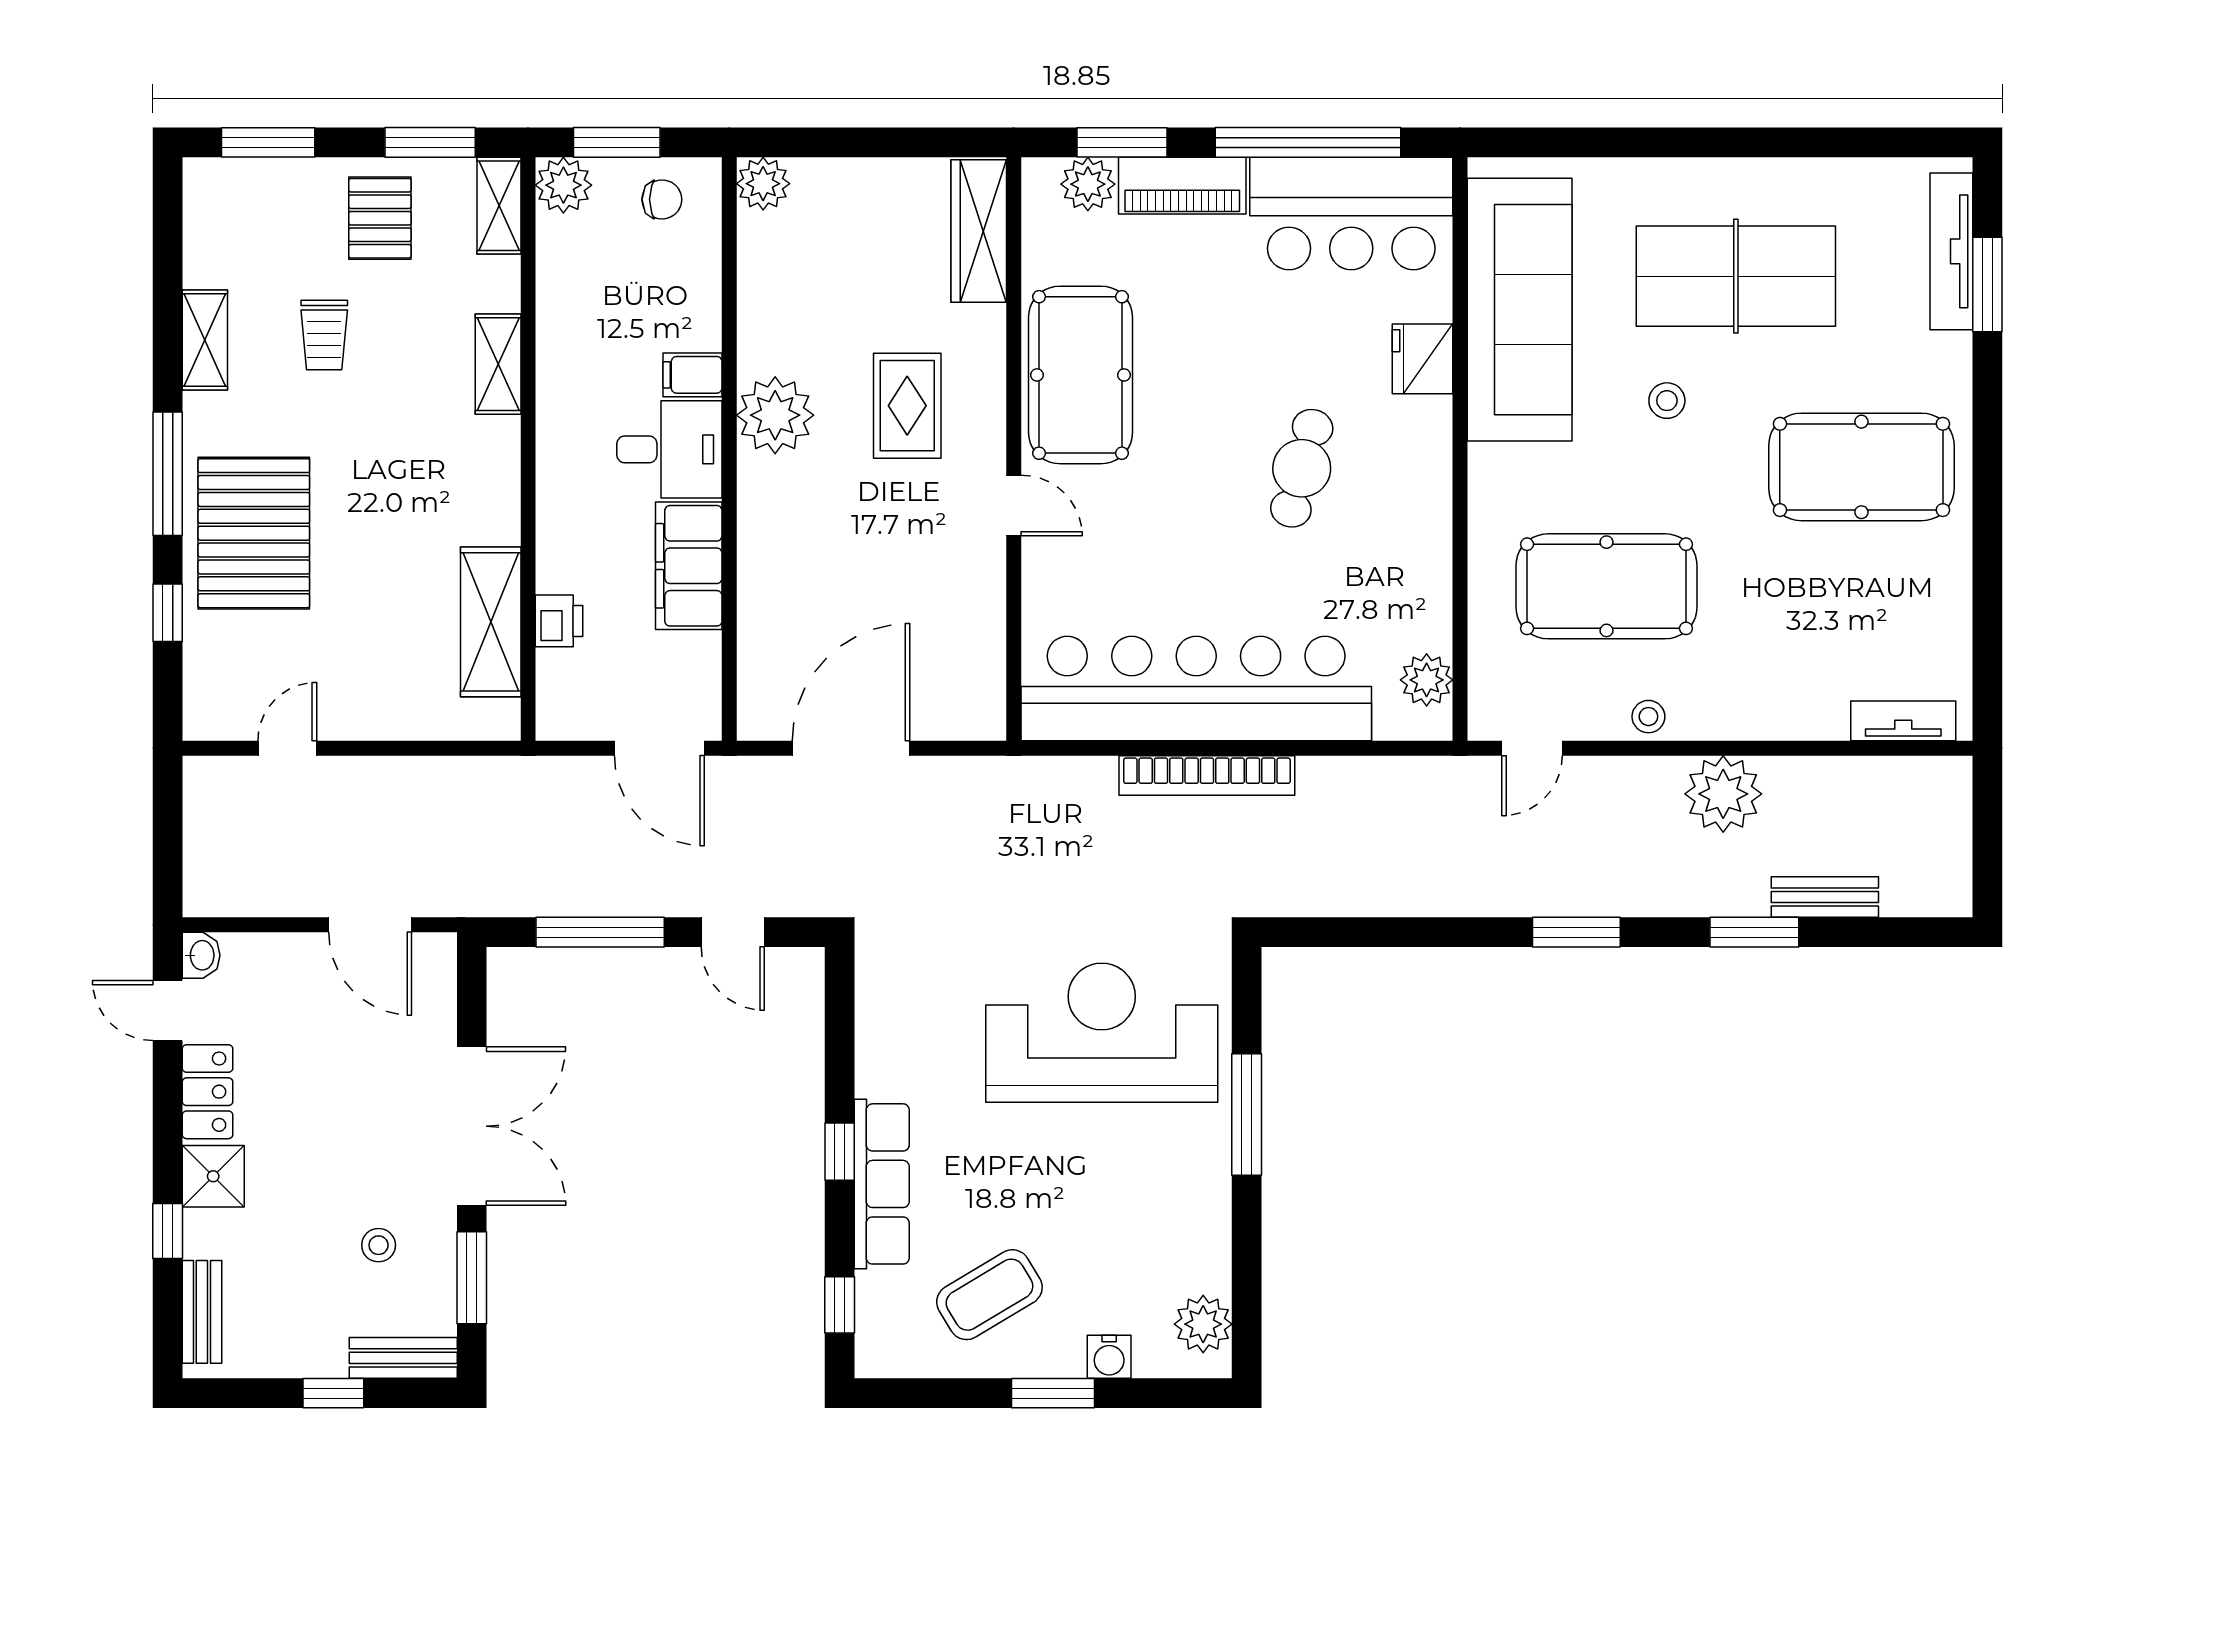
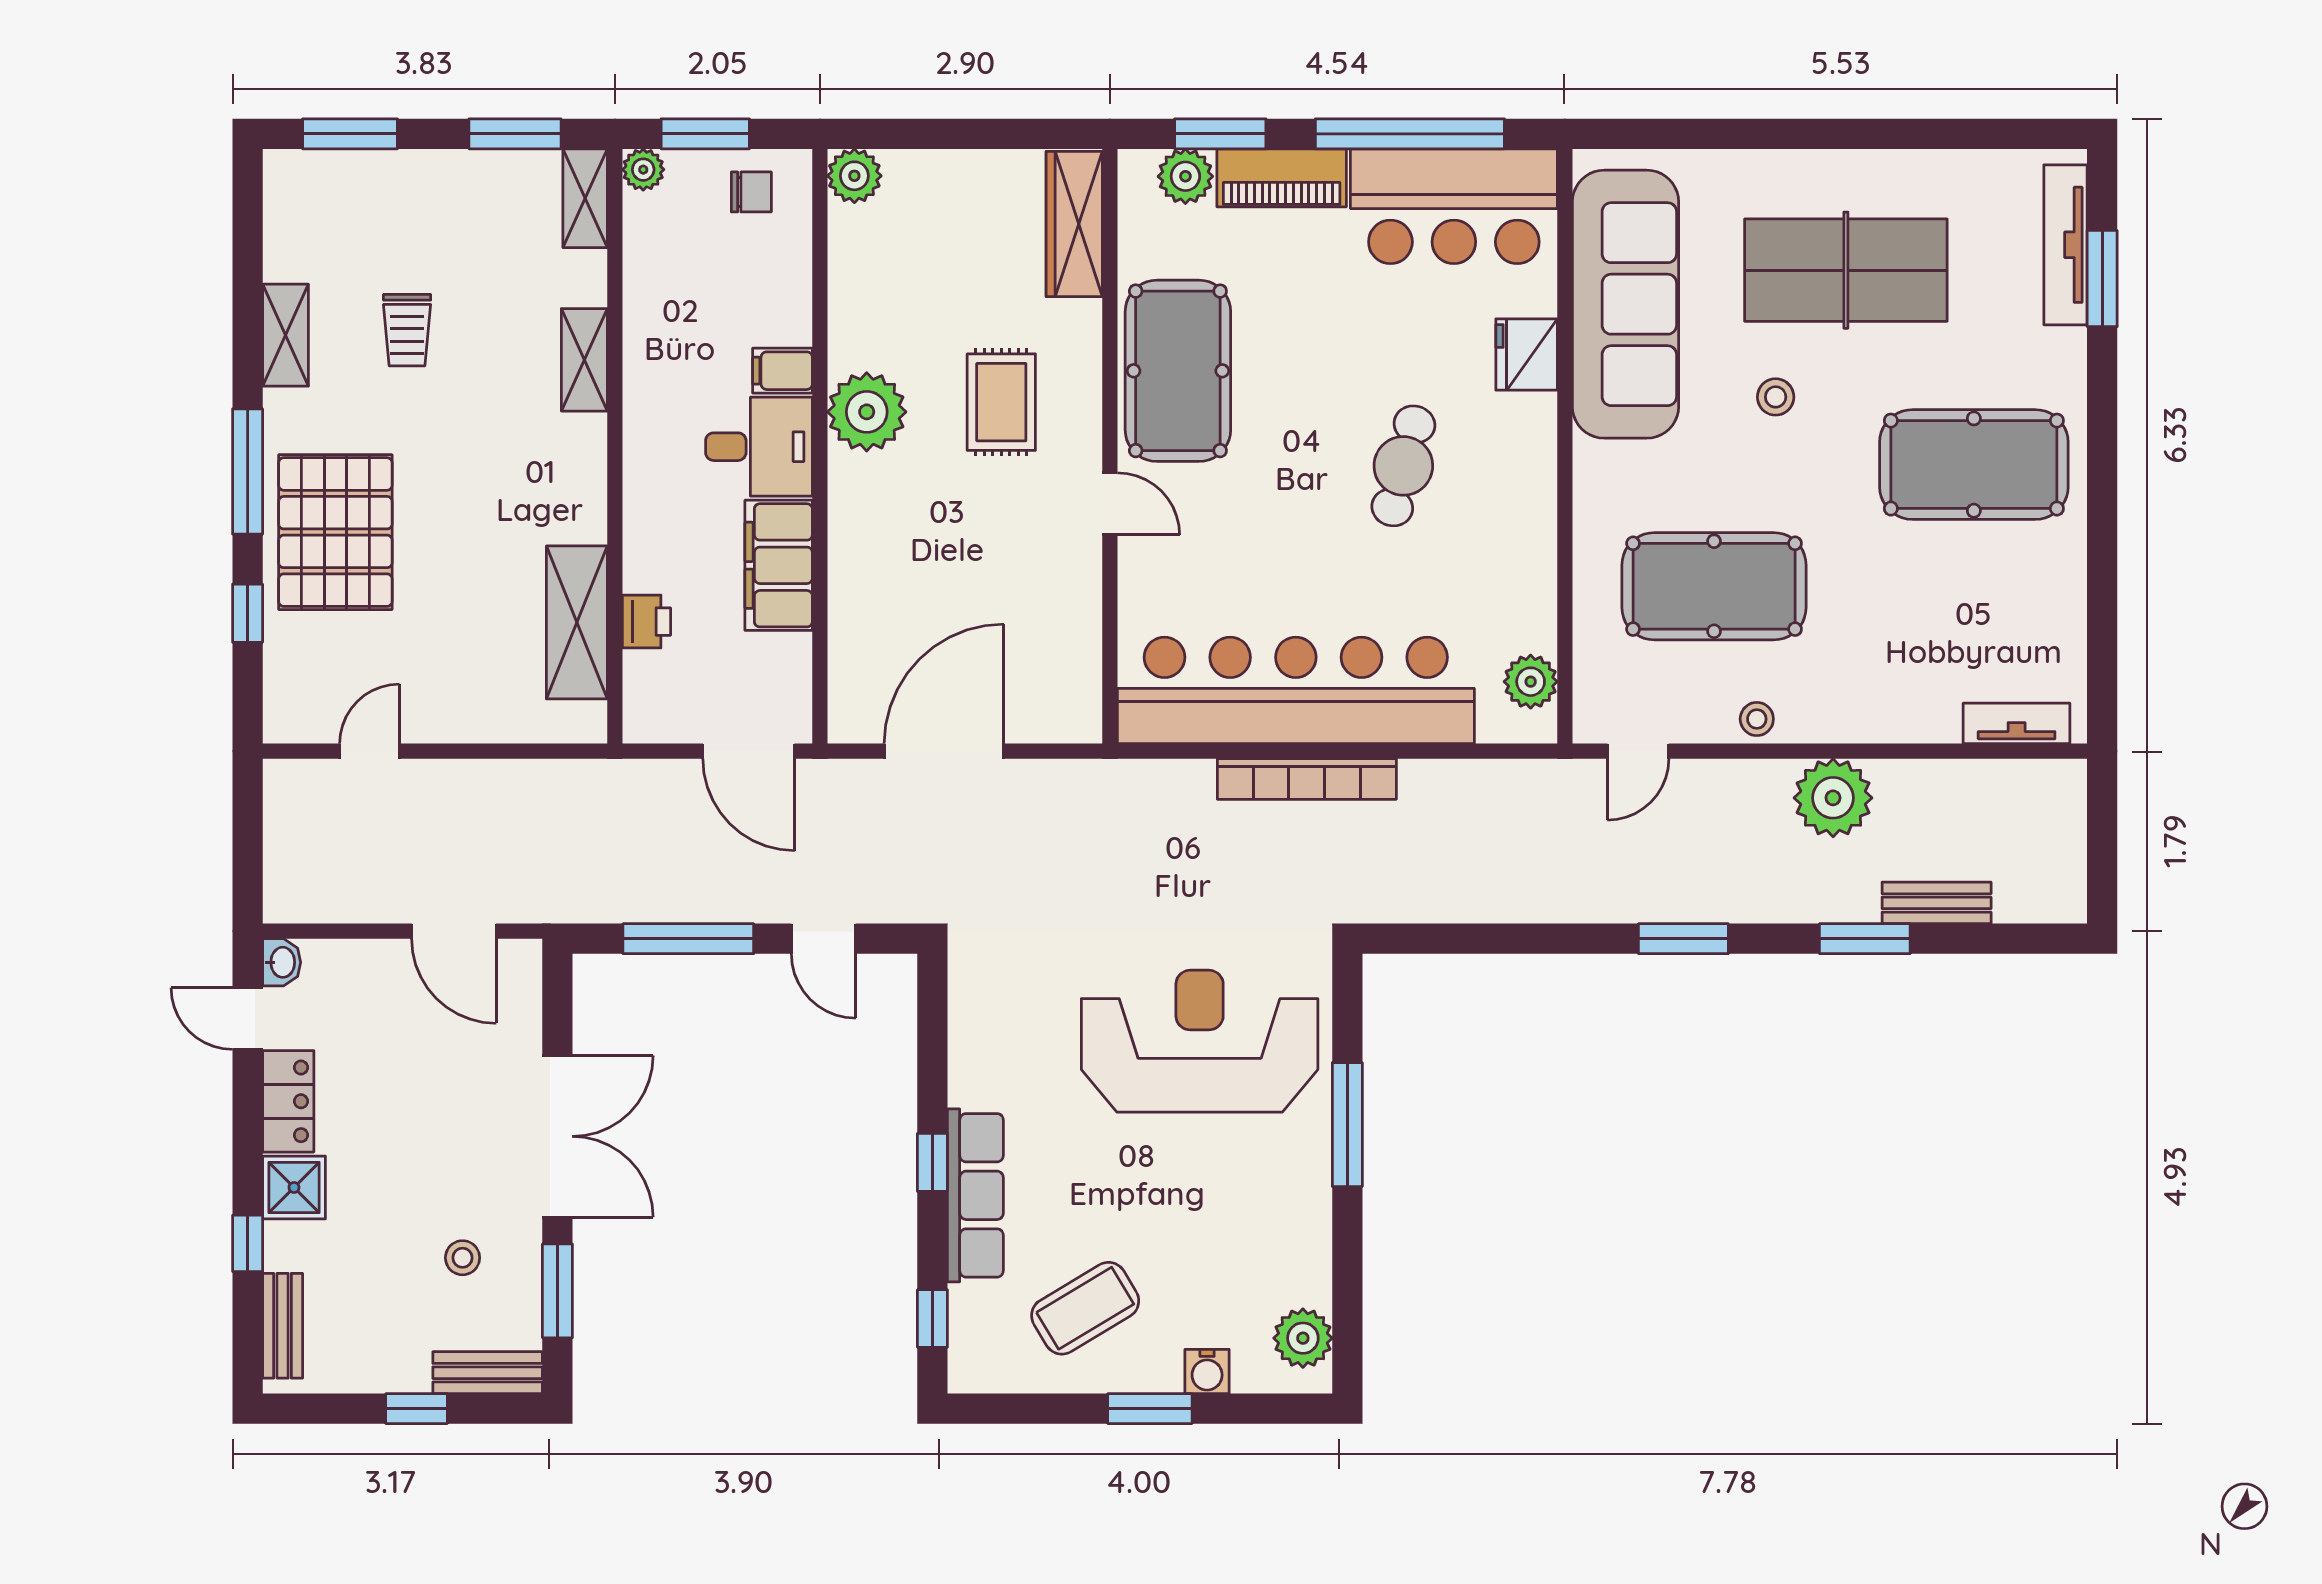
plant: (563, 185) -> (643, 170), width x0.73, depth x0.73
pallet: (380, 218) -> (464, 211), removed

